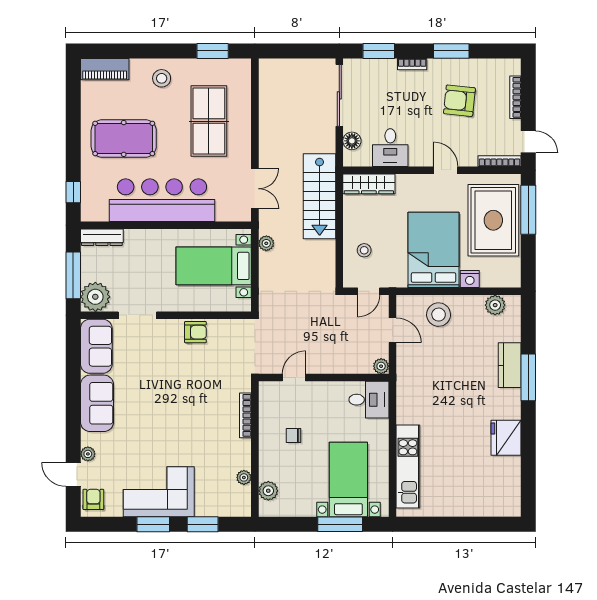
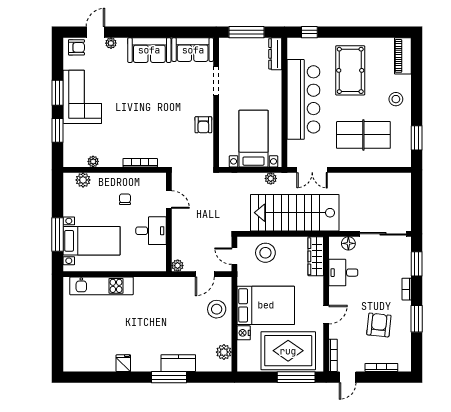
stairs: (320, 196) -> (295, 213), width x1.36, depth x1.51
stool: (364, 250) -> (265, 253), width x1.89, depth x1.89
plant: (95, 297) -> (230, 49), removed
desk: (369, 400) -> (151, 231), moved, turned -90
fridge: (506, 438) -> (123, 363), width x0.53, depth x0.75

